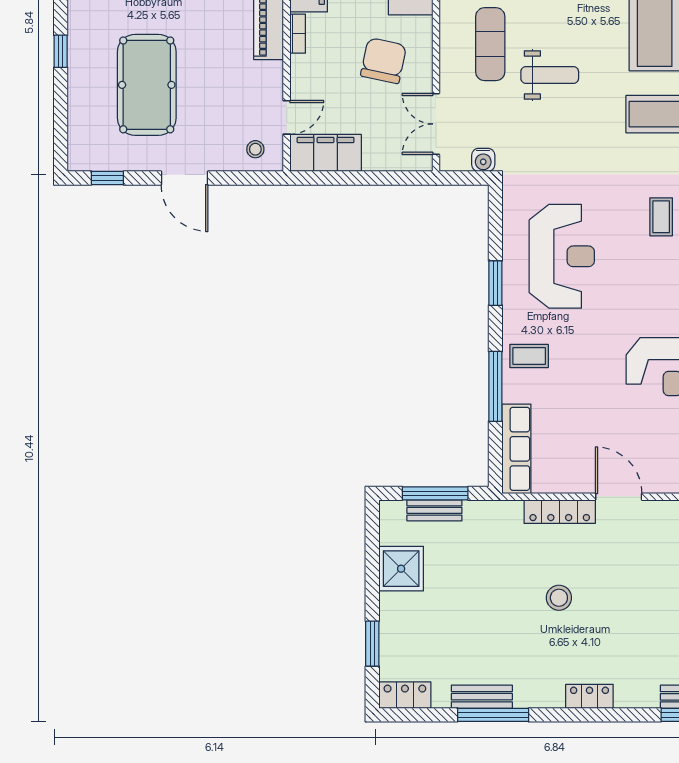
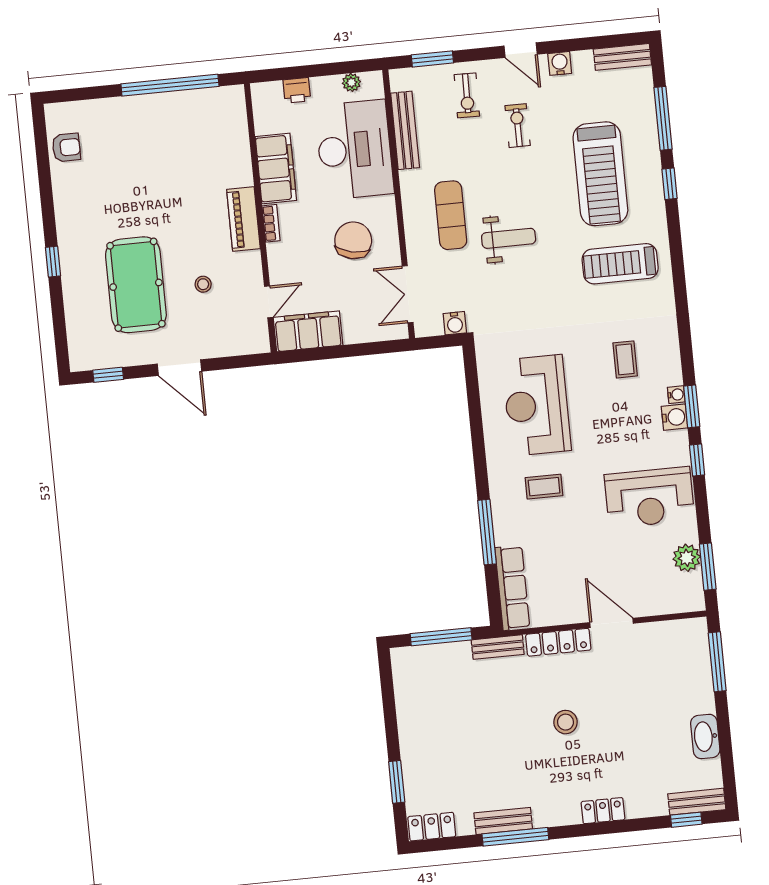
stool: (255, 149) -> (203, 284), moved
reception desk: (562, 256) -> (537, 405), turned 180
window: (495, 283) -> (477, 436), removed
coffee table: (529, 356) -> (544, 487), moved
bench: (434, 510) -> (498, 647), moved
shower: (401, 569) -> (417, 710), removed

